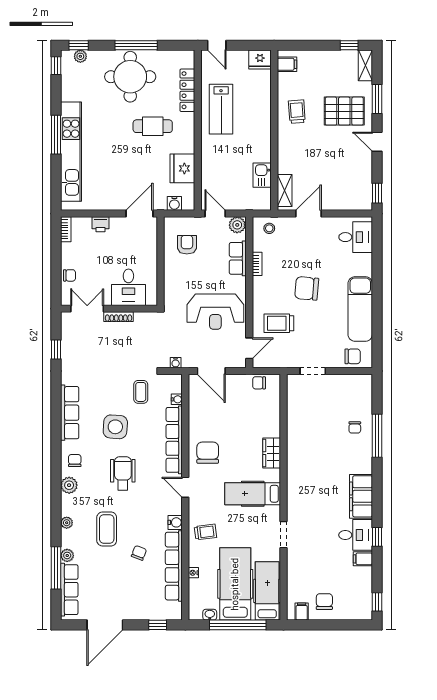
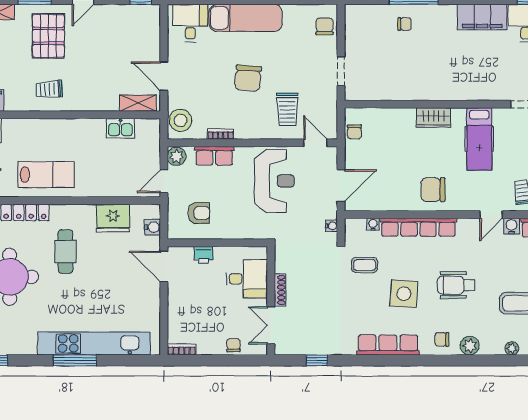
printer: (100, 224) -> (204, 255), moved, turned 90
stool: (269, 228) -> (180, 120), width x1.89, depth x1.89
armchair: (187, 245) -> (199, 213), turned 180
exam couch: (360, 309) -> (246, 18), moved
door: (185, 487) -> (491, 215), moved

